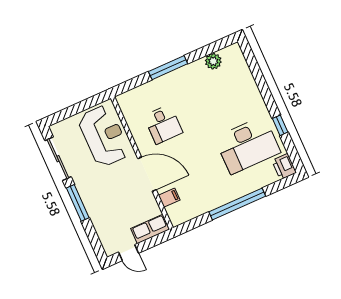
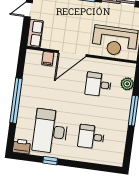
plant: (213, 61) -> (127, 84), moved
desk: (226, 96) -> (91, 137), added

